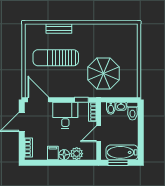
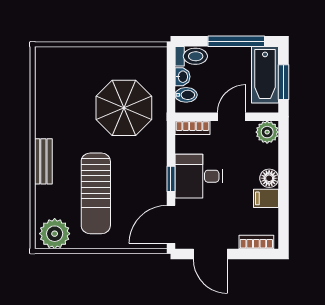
bench: (59, 28) -> (43, 161), moved
plant: (33, 35) -> (55, 234), added
window: (81, 100) -> (171, 179), moved
door: (99, 134) -> (232, 117), swing flipped
window: (141, 136) -> (236, 41), added
plant: (77, 154) -> (267, 132), moved

